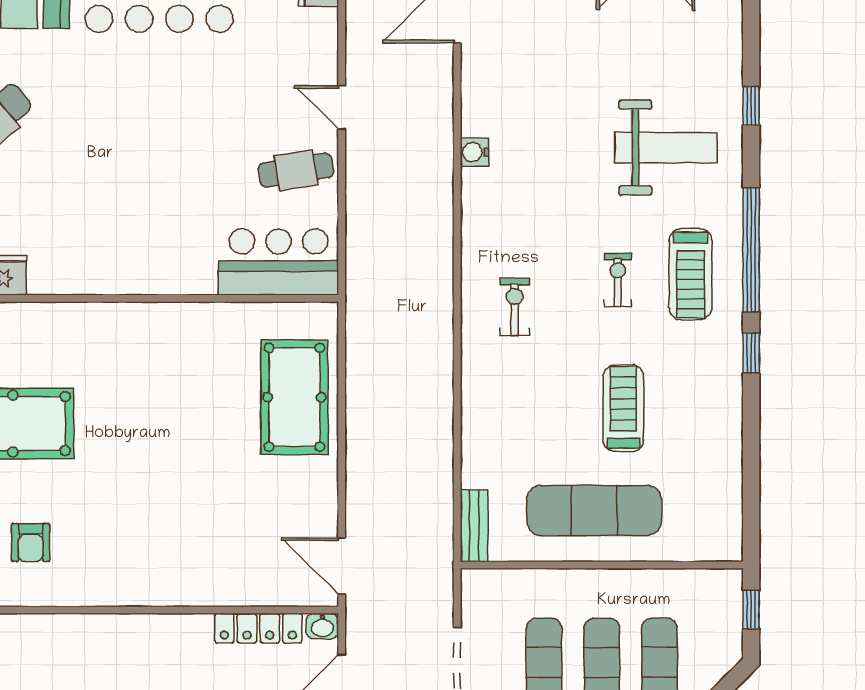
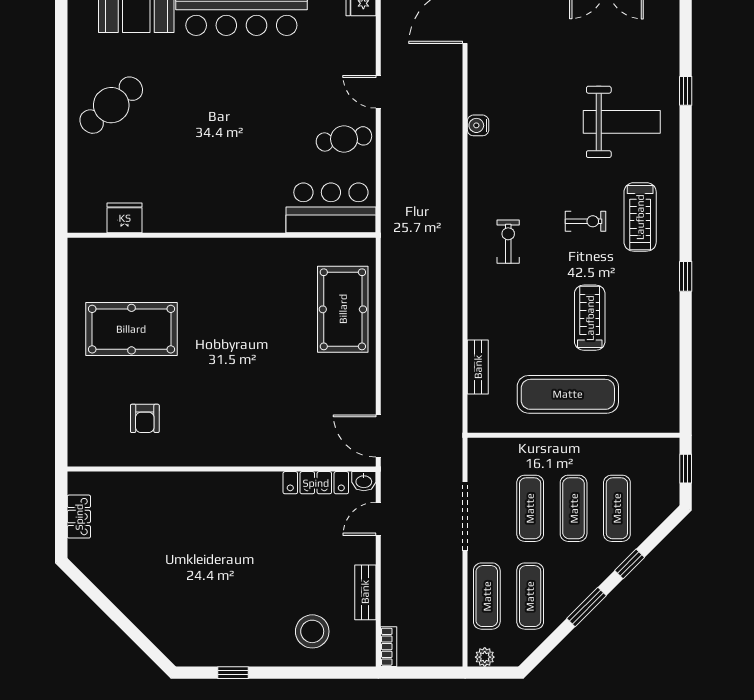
window: (751, 250) -> (686, 199), removed
exercise bike: (618, 280) -> (586, 221), turned 90
bench: (474, 526) -> (478, 367), moved

